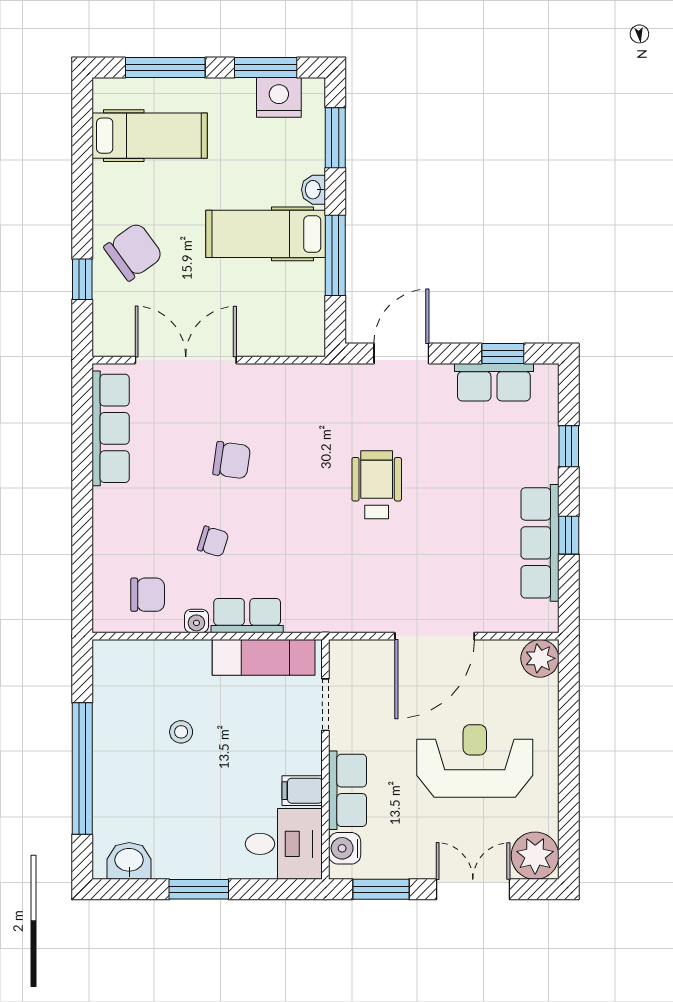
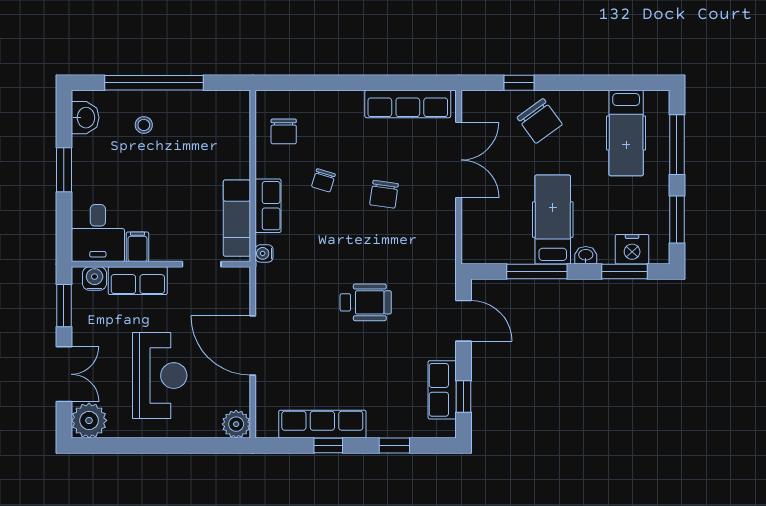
nightstand: (279, 97) -> (632, 249), moved, turned 90
water cooler: (196, 621) -> (264, 253), moved
stool: (181, 732) -> (144, 125), moved

